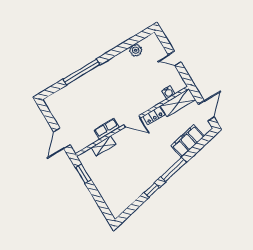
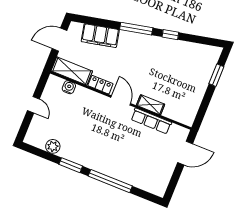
window: (113, 53) -> (71, 165), added
row of seats: (107, 129) -> (151, 121), width x1.48
shelving: (103, 146) -> (151, 105), moved
window: (83, 174) -> (216, 75), moved

